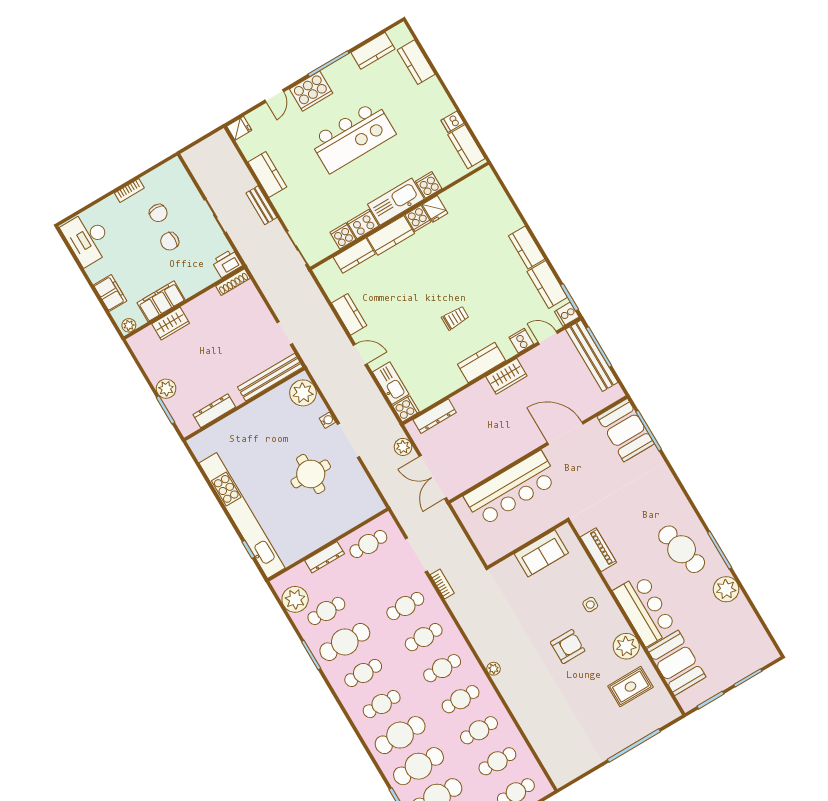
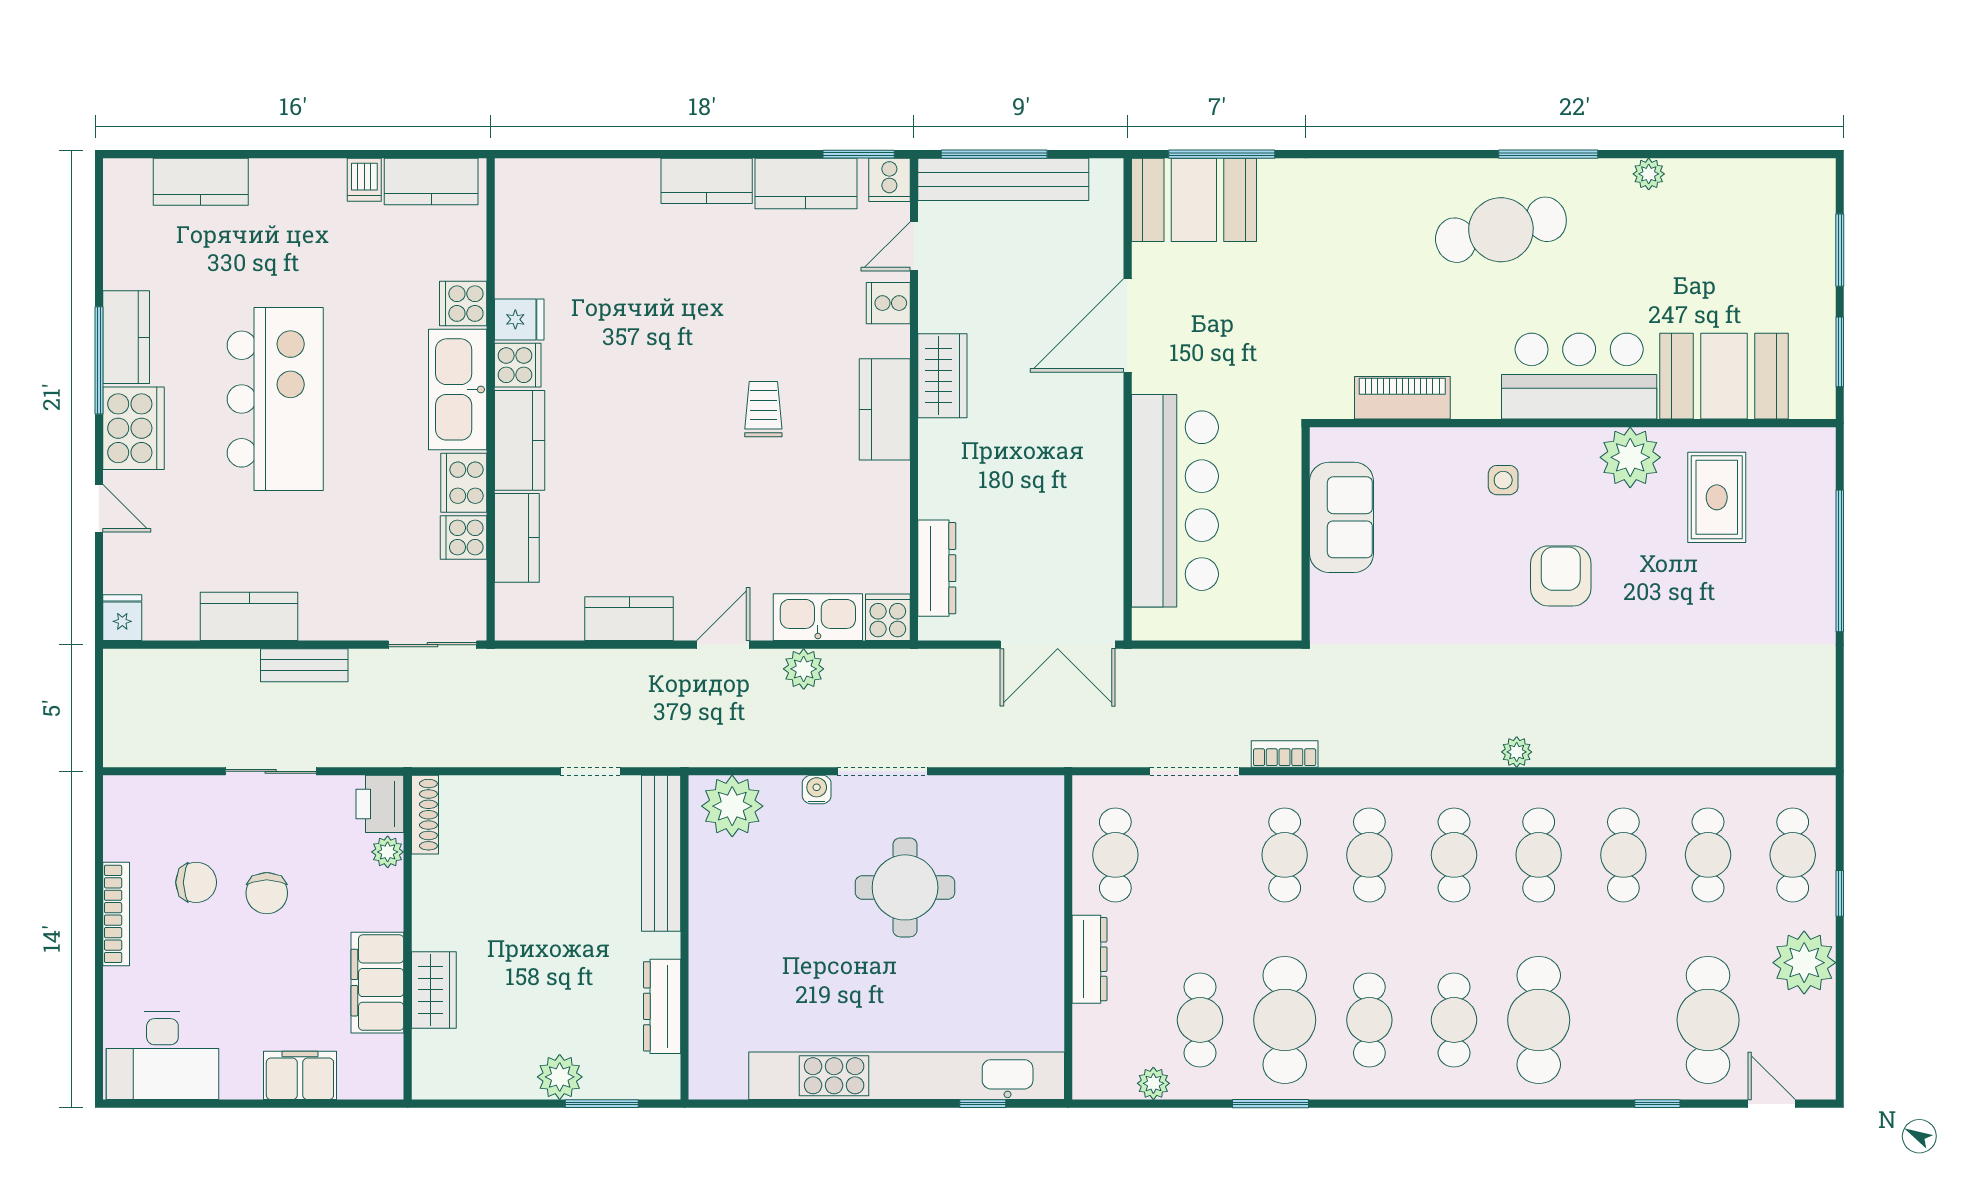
kitchen counter: (373, 51) -> (126, 337), moved
bookcase: (129, 191) -> (116, 914), width x1.56
plant: (129, 325) -> (388, 852), moved
plant: (403, 447) -> (804, 669), moved
plant: (726, 589) -> (1649, 174), width x0.53, depth x0.53
plant: (295, 599) -> (1153, 1083), width x0.53, depth x0.53
cafe table: (418, 766) -> (1623, 1020), removed

